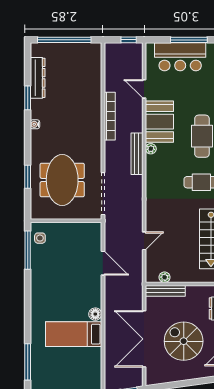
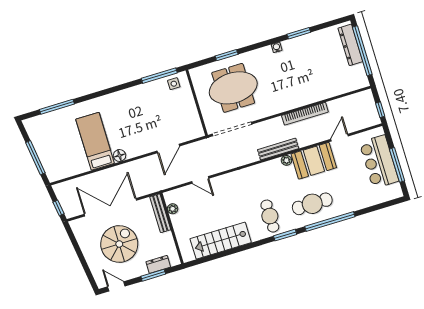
dresser: (38, 78) -> (350, 45), moved, turned 90

